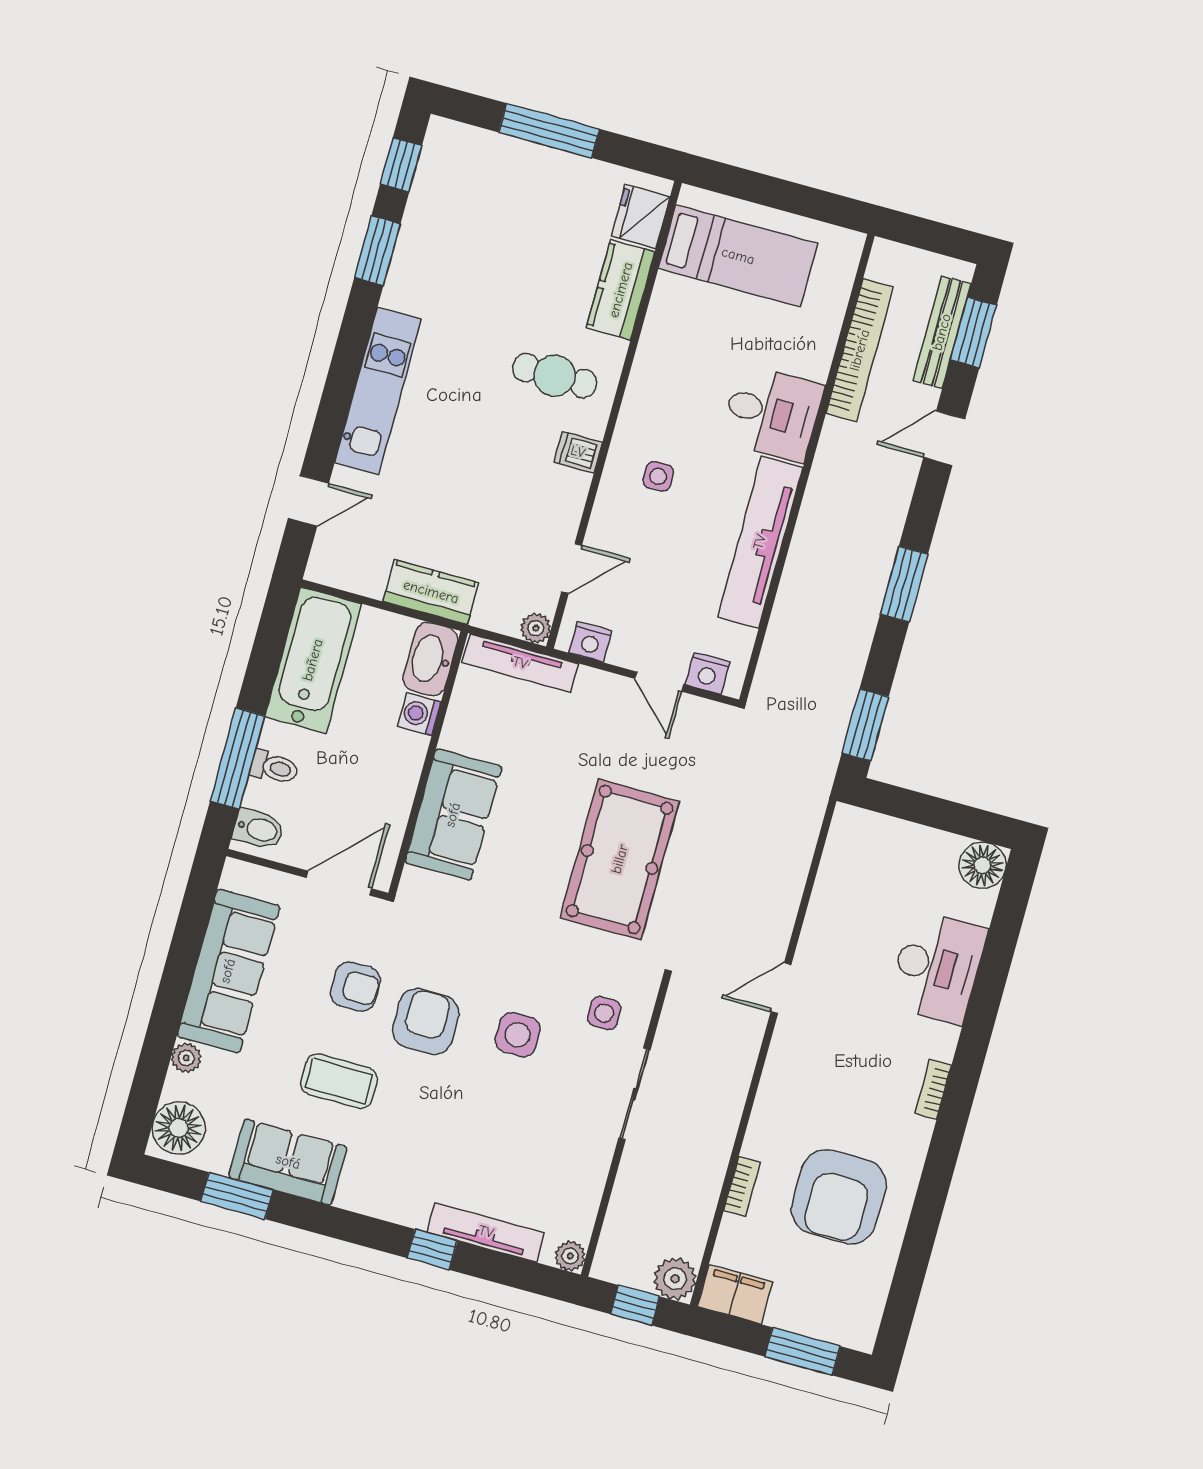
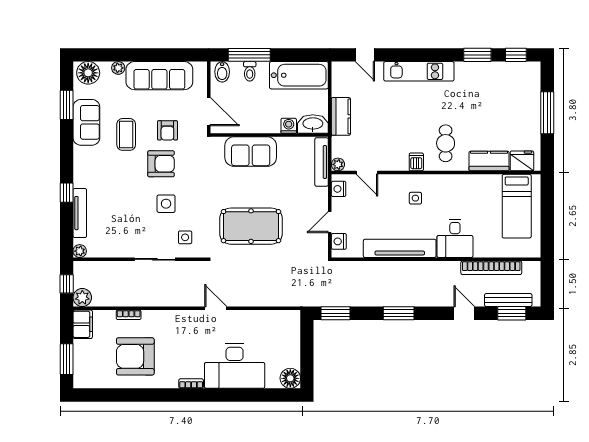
desk: (937, 967) -> (235, 366), width x1.36, depth x1.30

